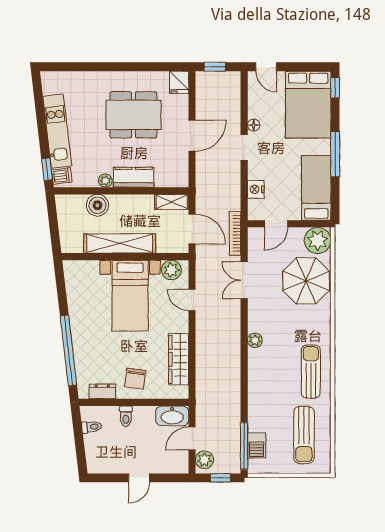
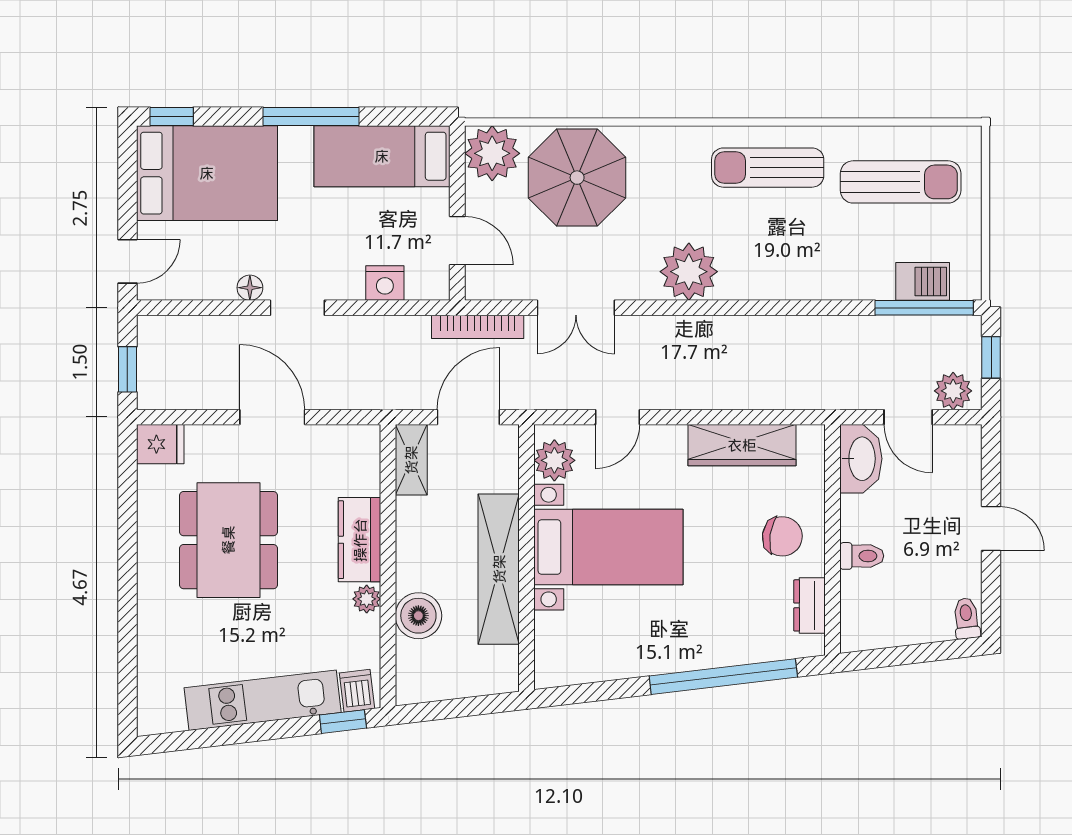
plant: (255, 340) -> (689, 272), width x1.88, depth x1.88
toilet: (92, 427) -> (966, 618), moved

